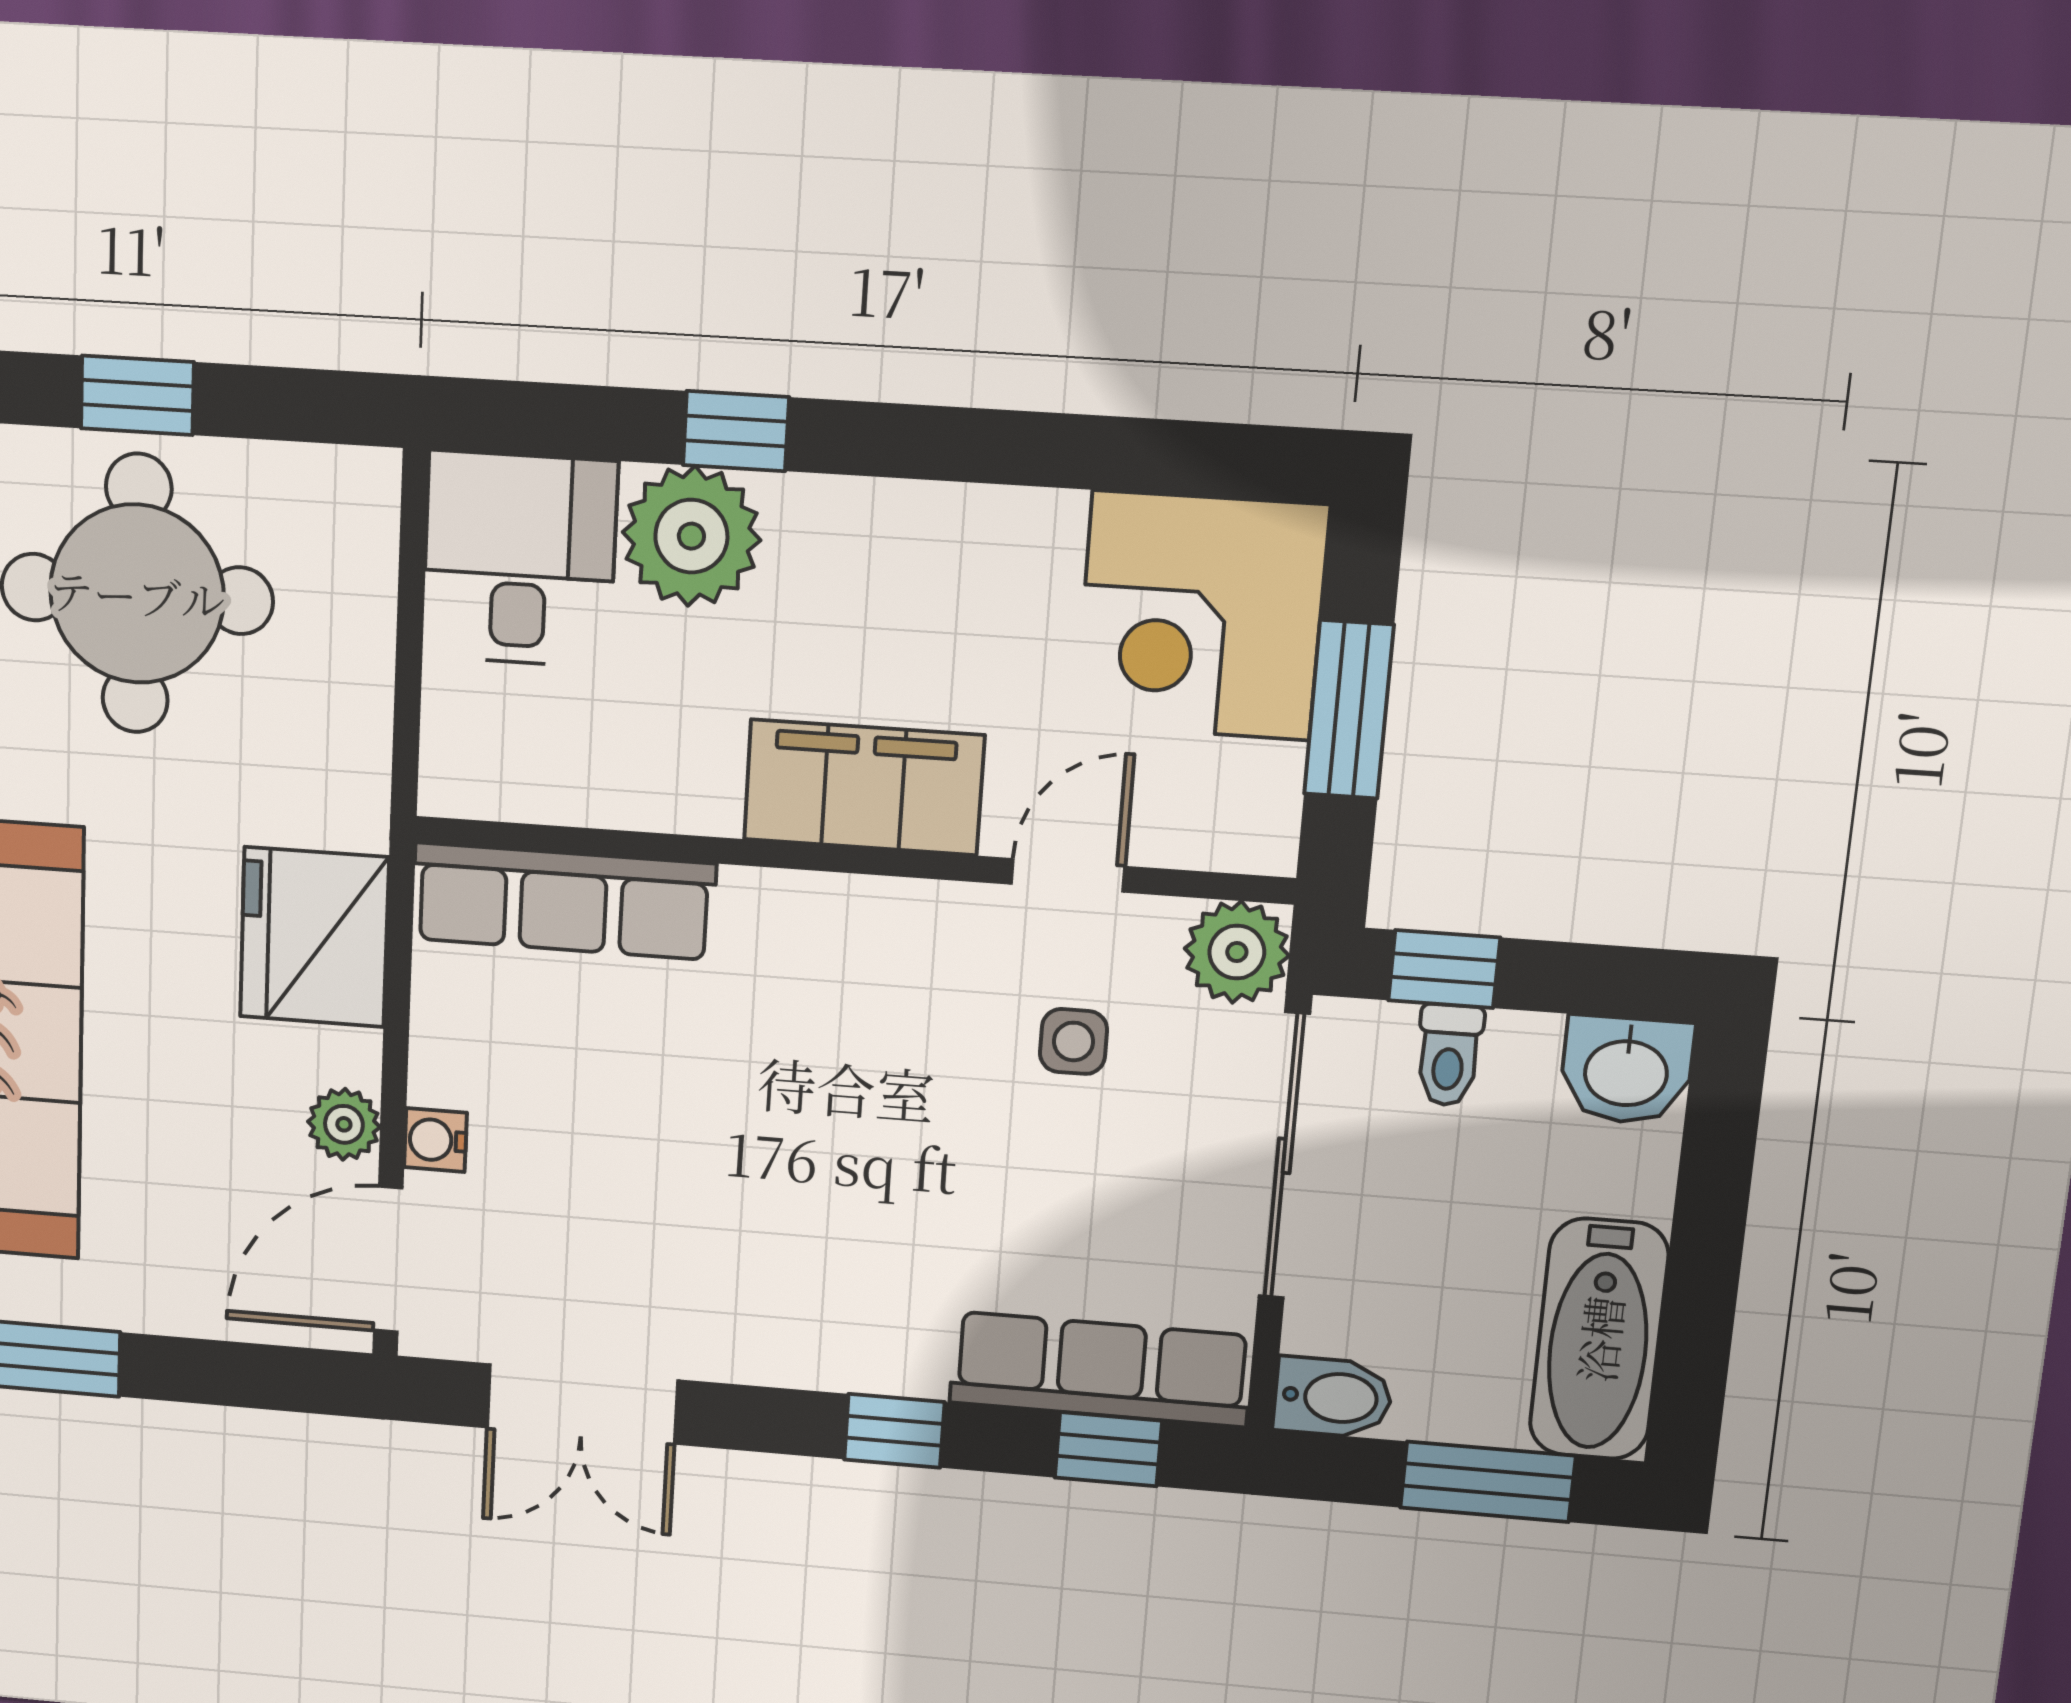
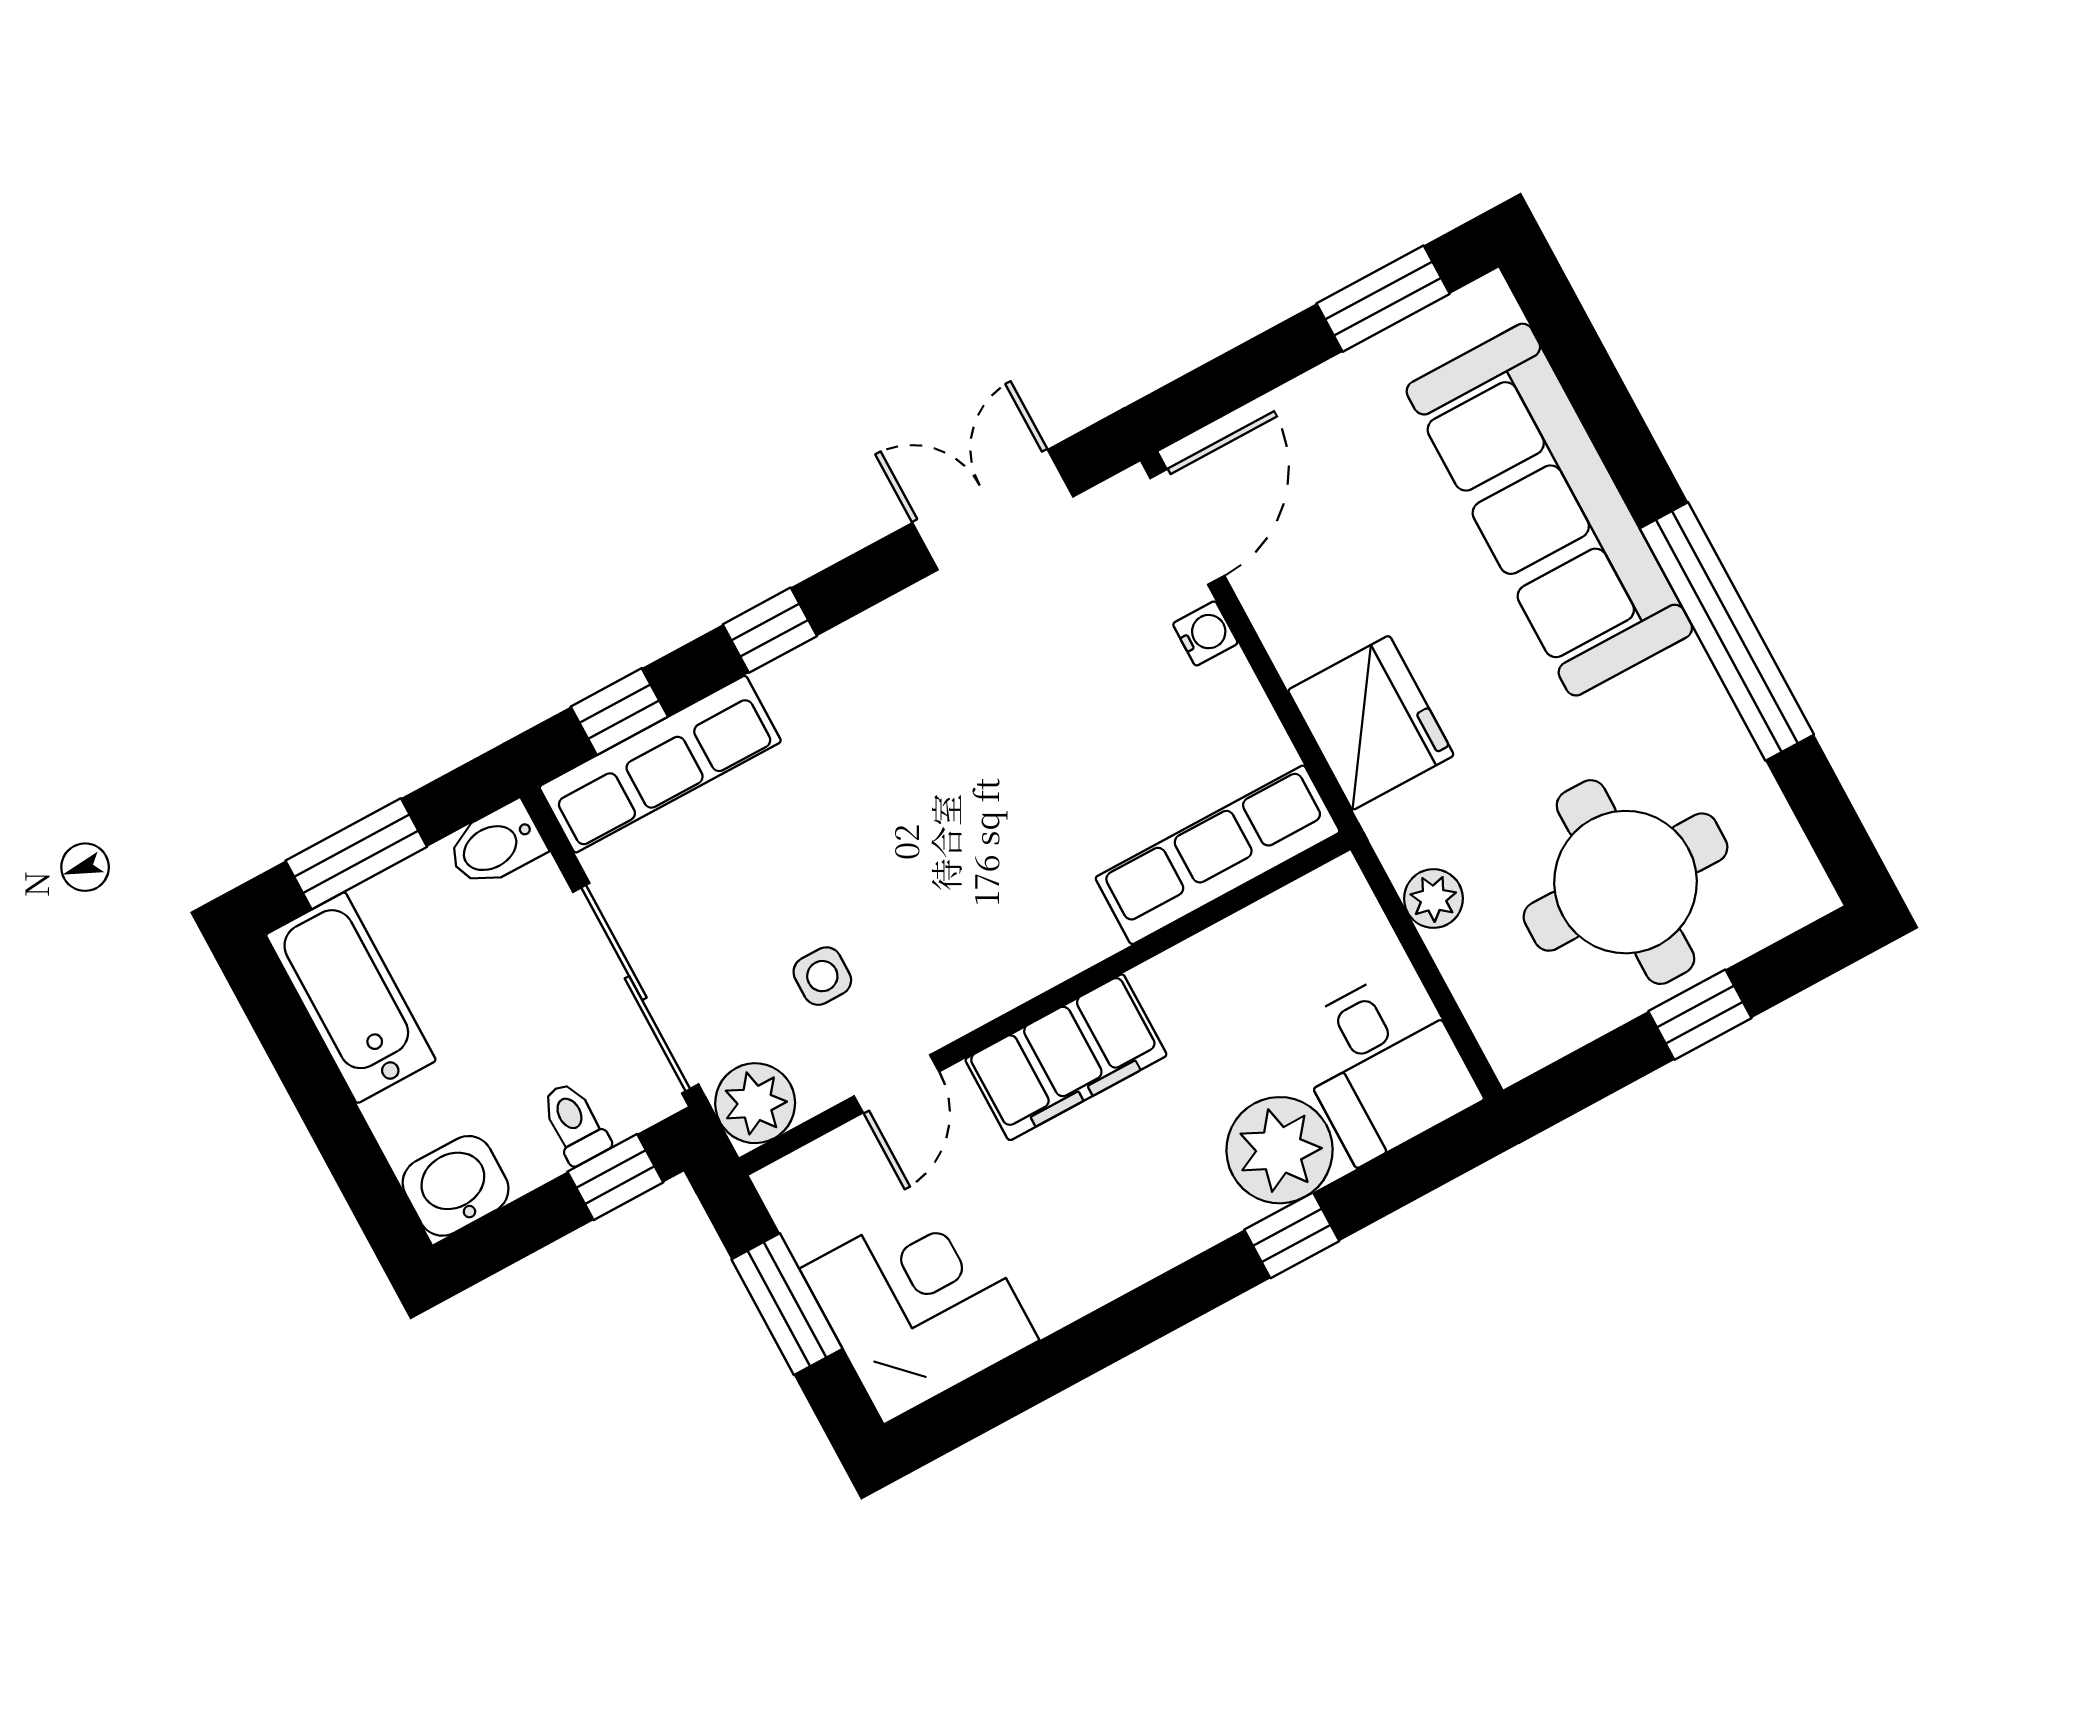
plant: (344, 1124) -> (1433, 899), moved

